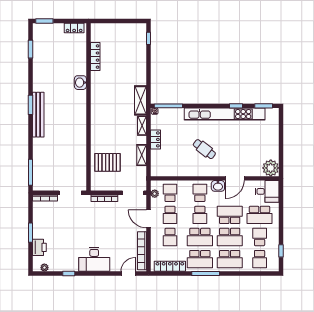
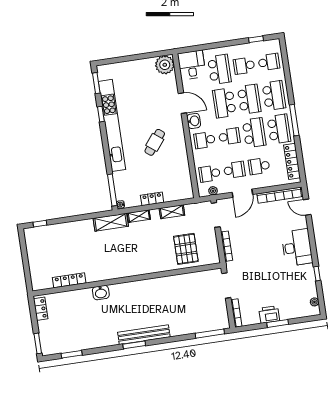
school desk: (170, 237) -> (259, 166), turned 180
printer: (39, 247) -> (269, 315), moved

